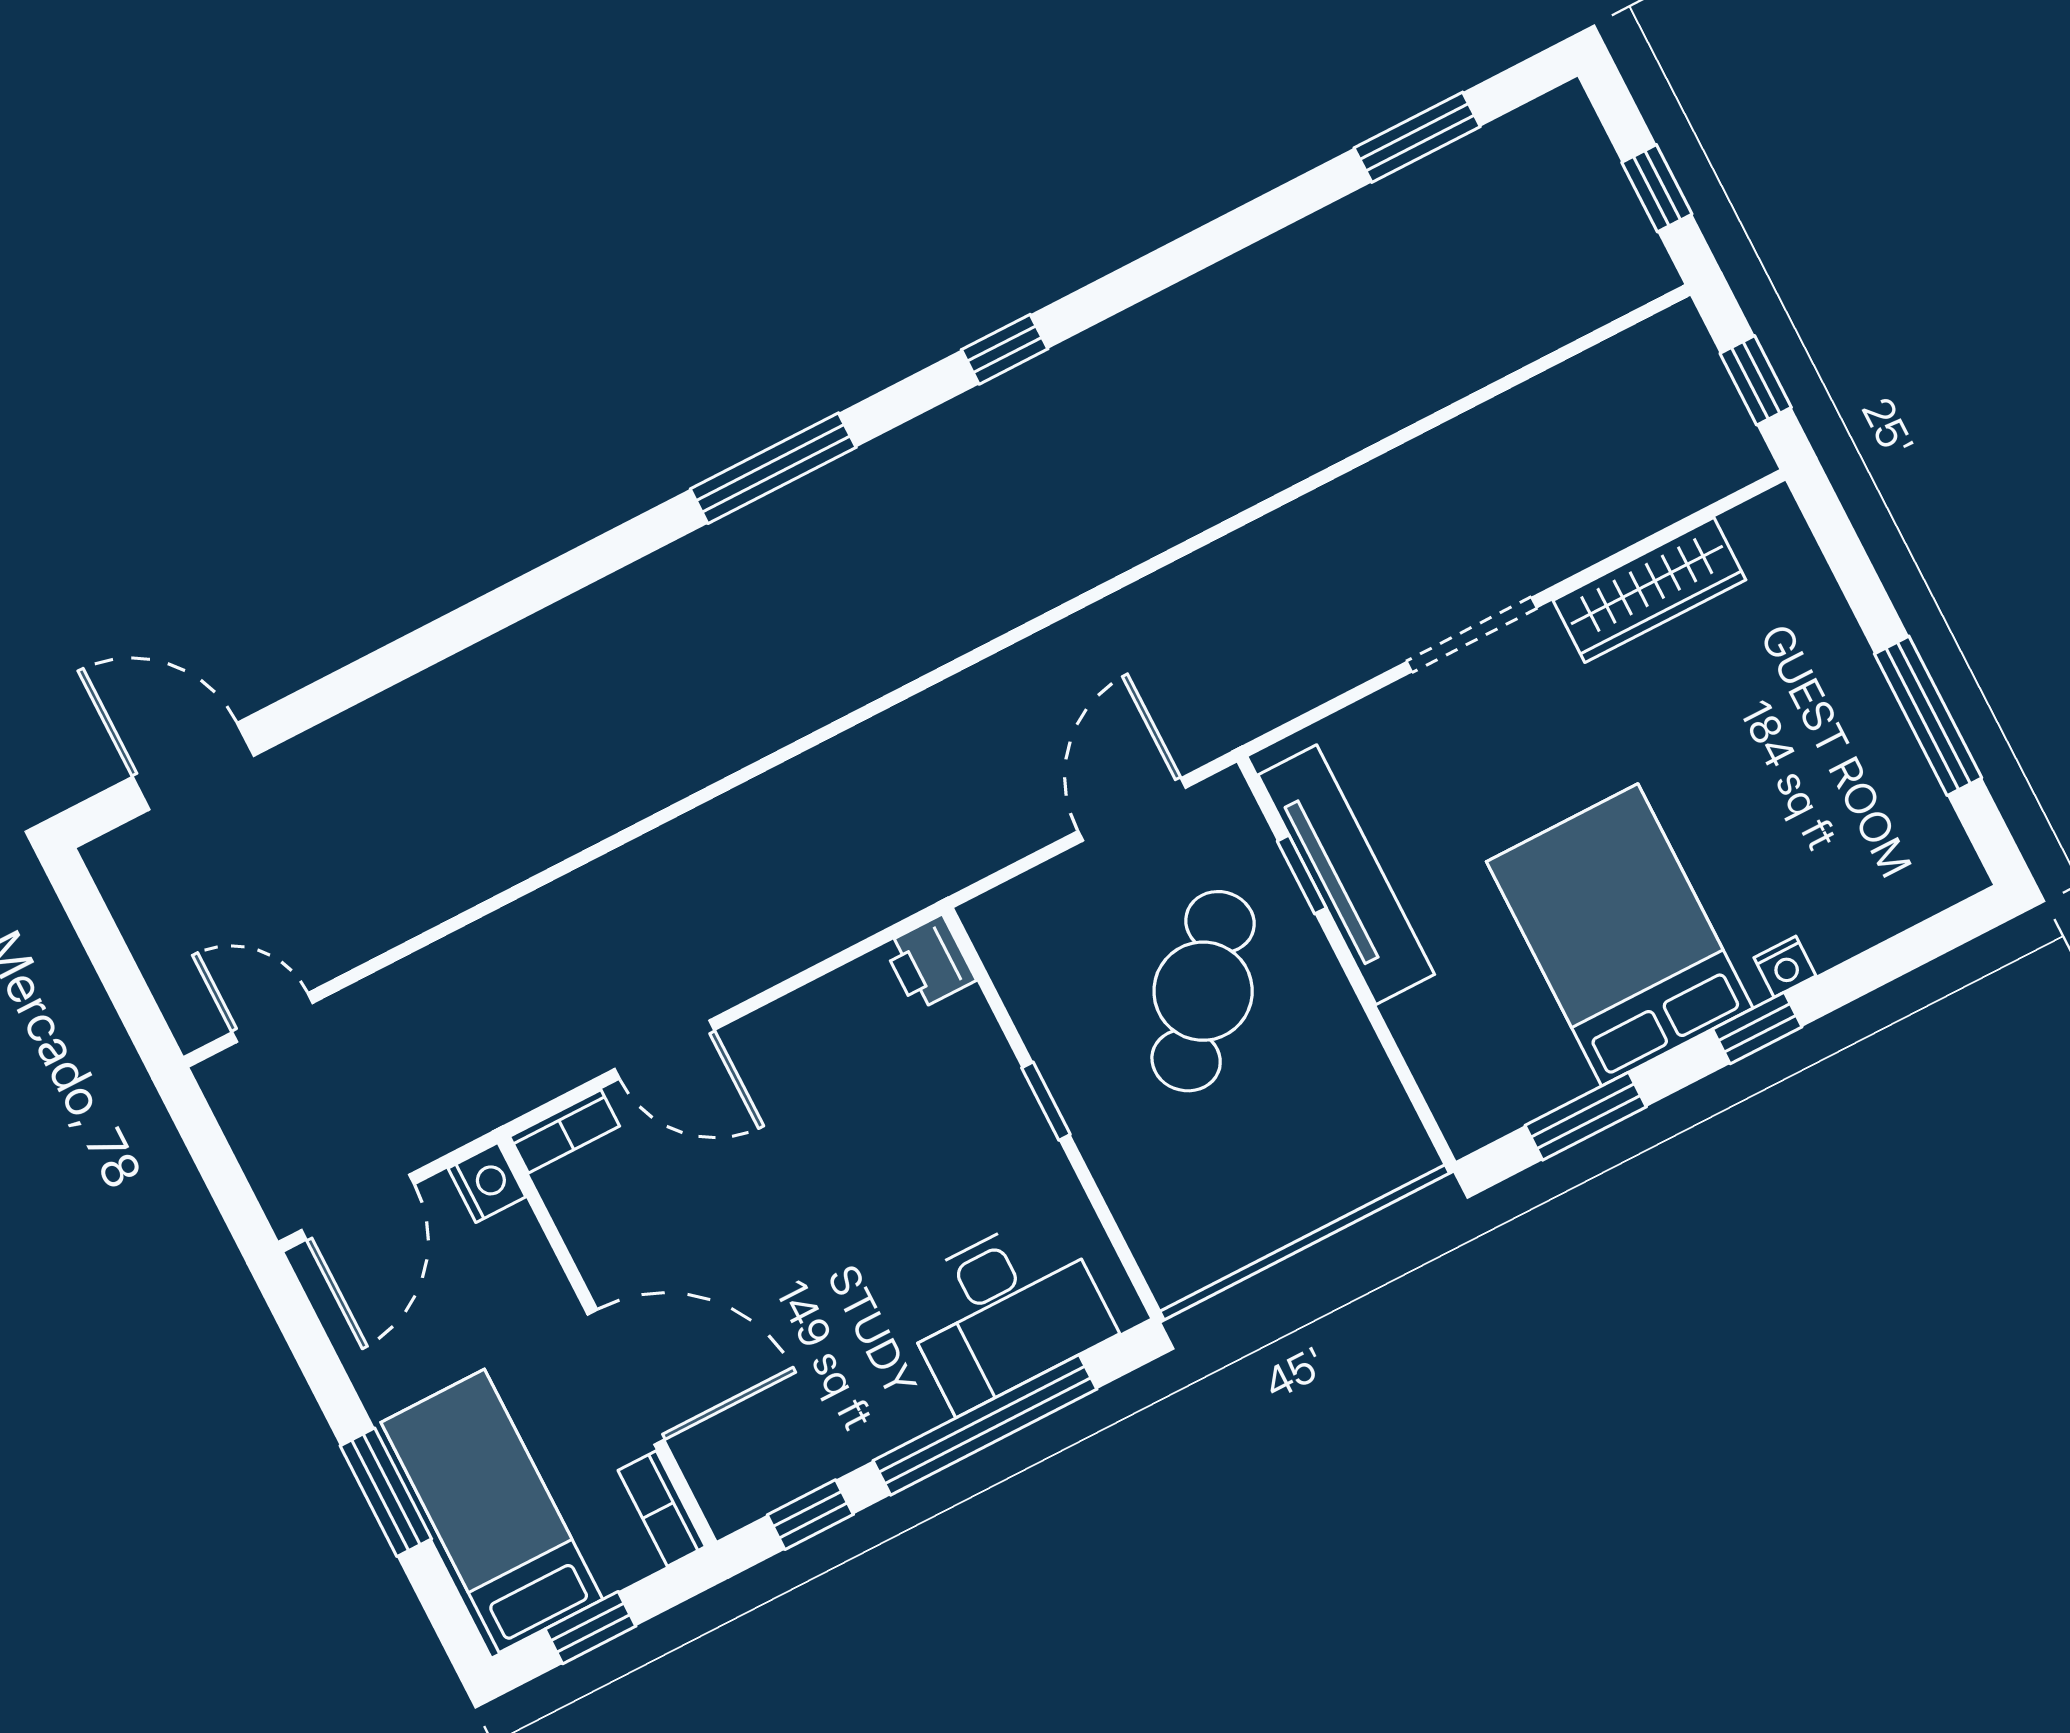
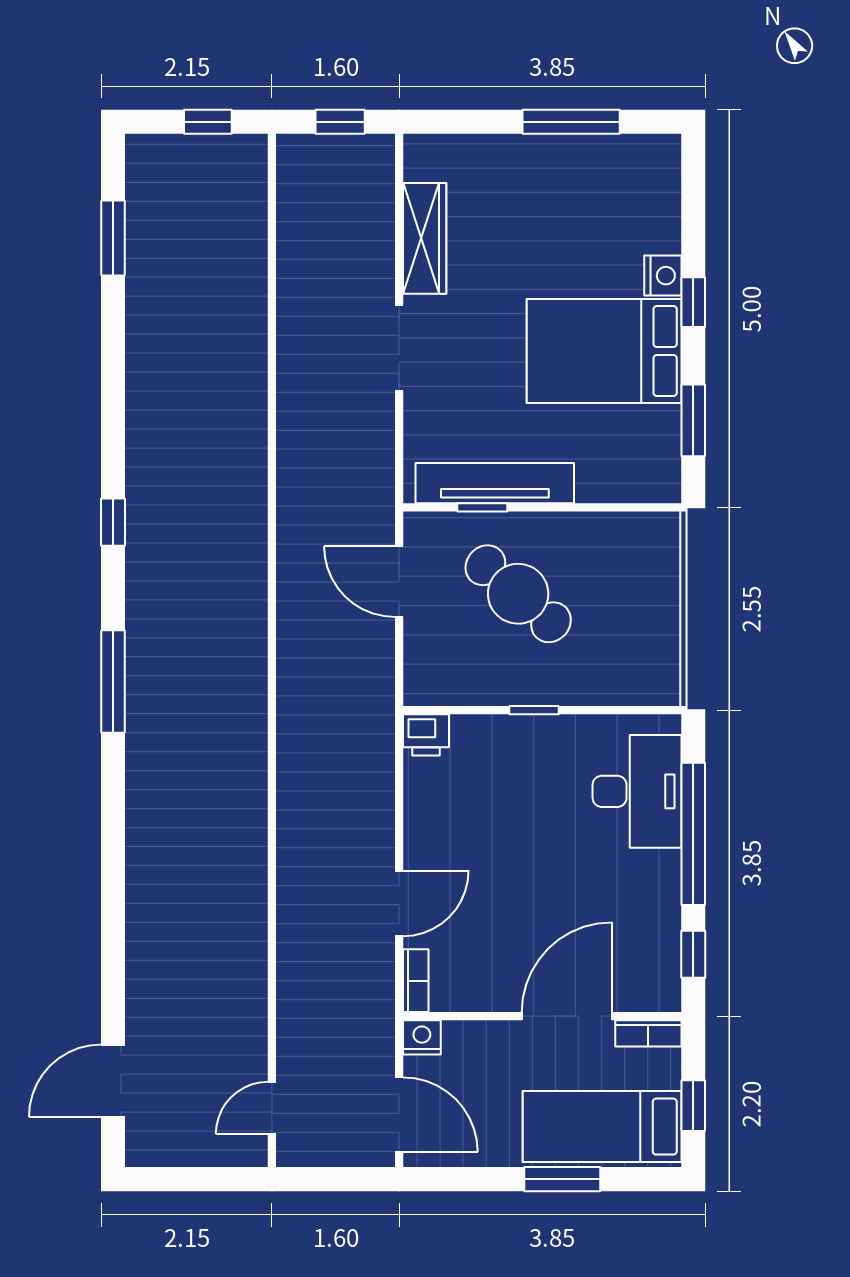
nightstand: (1785, 967) -> (663, 276), width x1.39, depth x1.35

